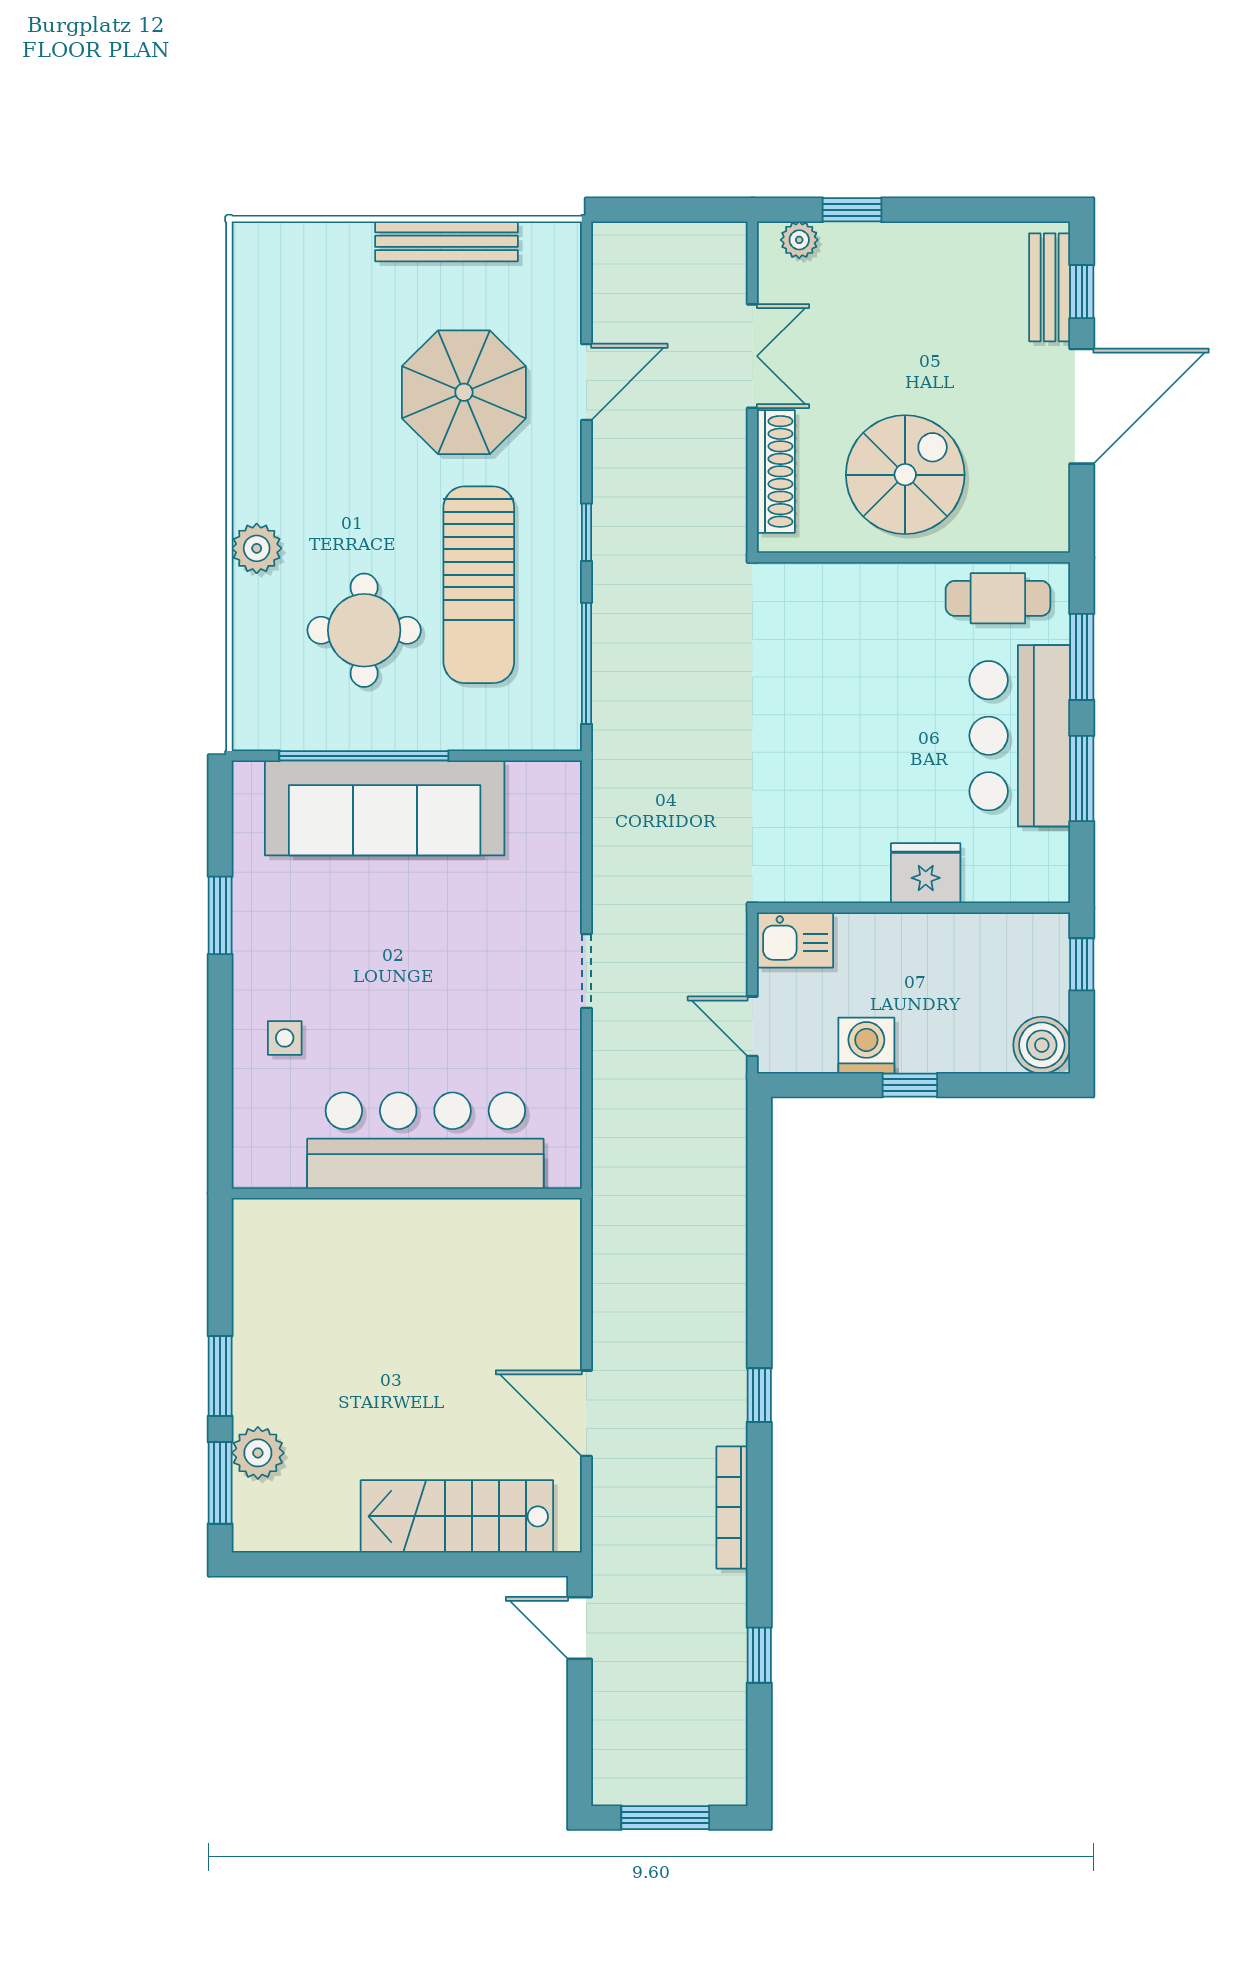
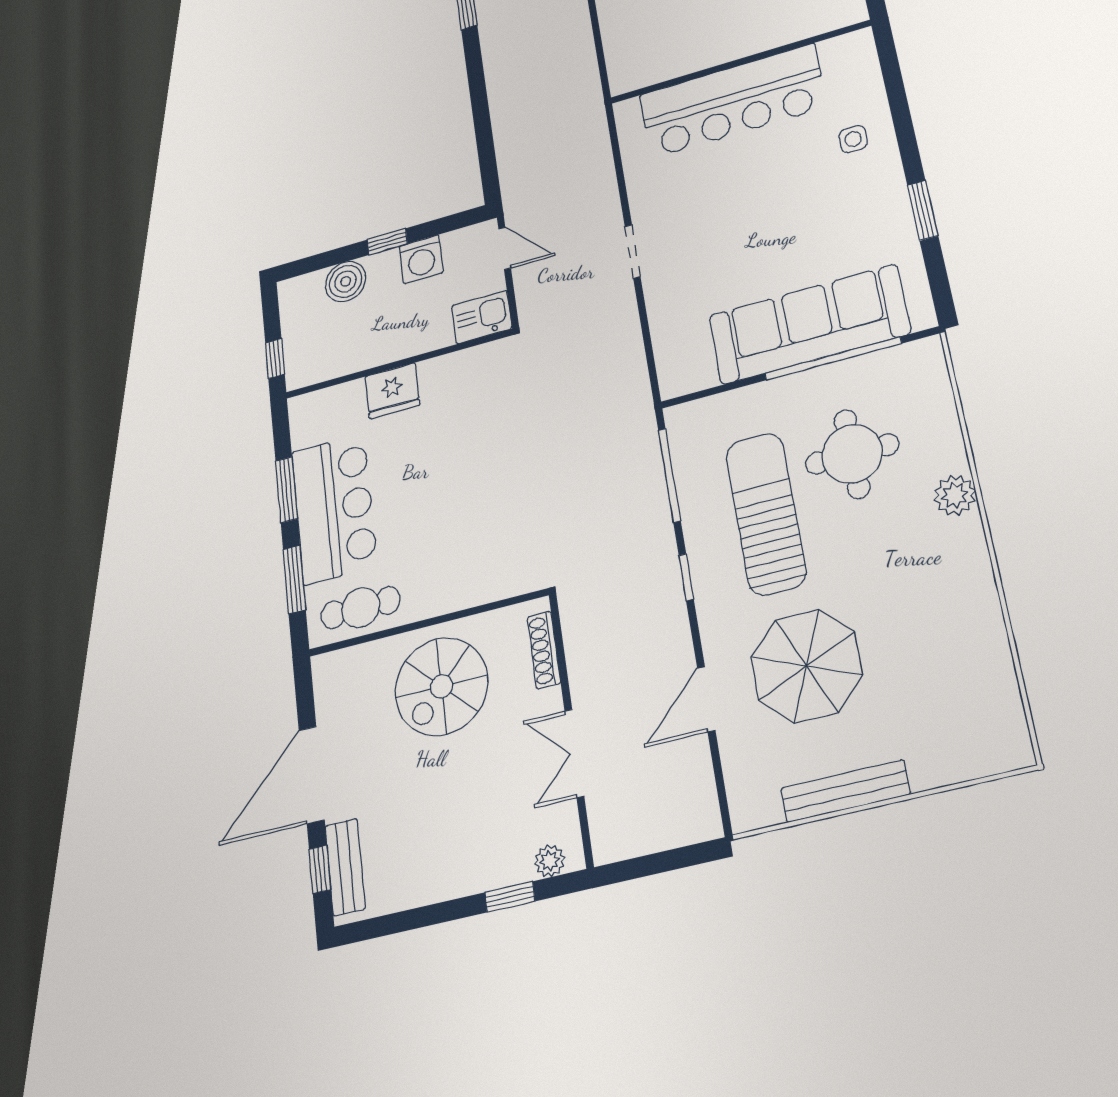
shoe rack: (776, 471) -> (544, 650), width x0.74, depth x0.81
boiler: (1042, 1045) -> (346, 282), moved

